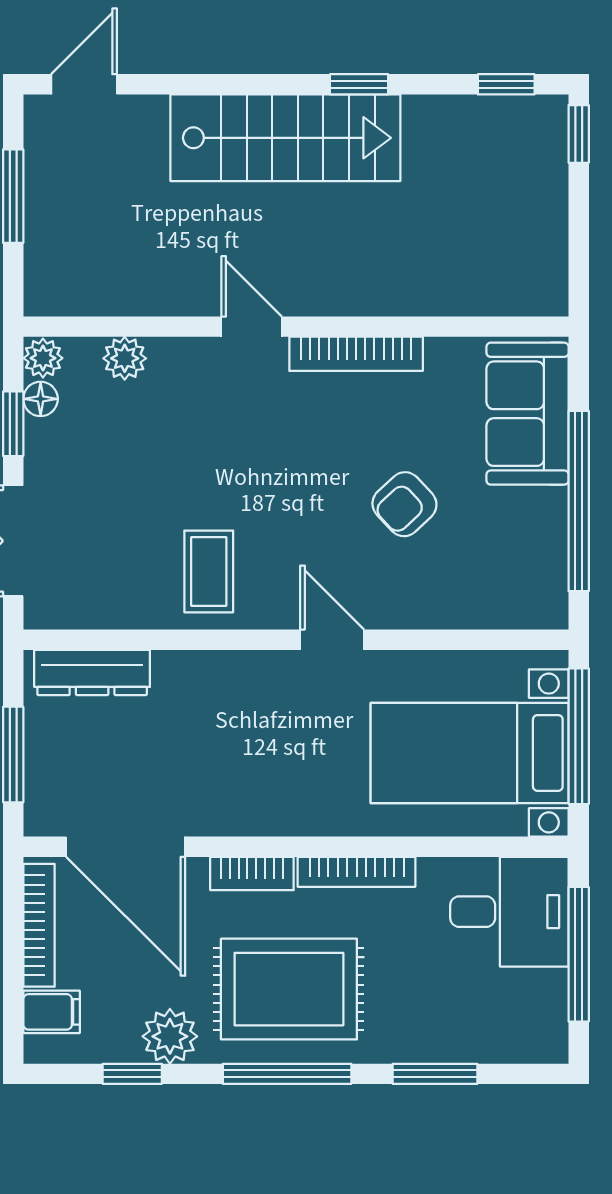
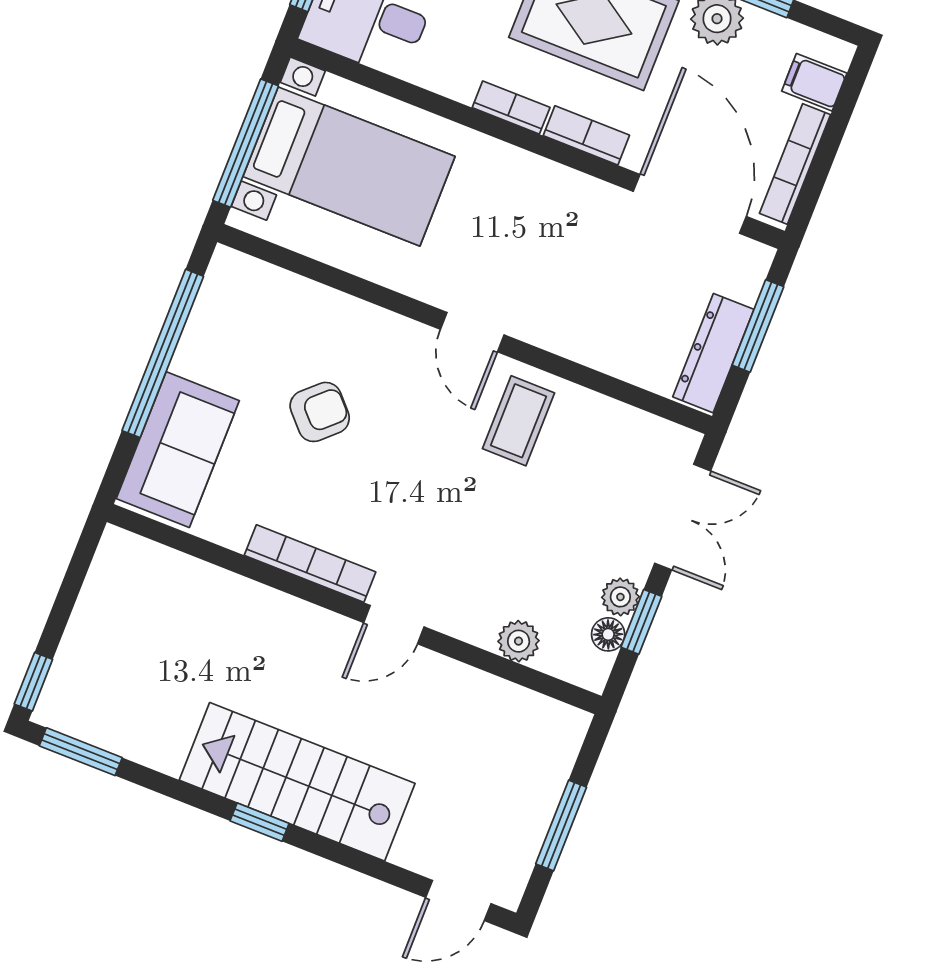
window: (359, 84) -> (260, 822), moved
window: (506, 84) -> (81, 752), width x1.50
door: (252, 327) -> (394, 625), hinge flipped
plant: (43, 358) -> (620, 597), moved
door: (332, 640) -> (472, 332), moved
dresser: (92, 672) -> (713, 353), moved, turned -90
bookcase: (357, 872) -> (511, 107), width x0.64

